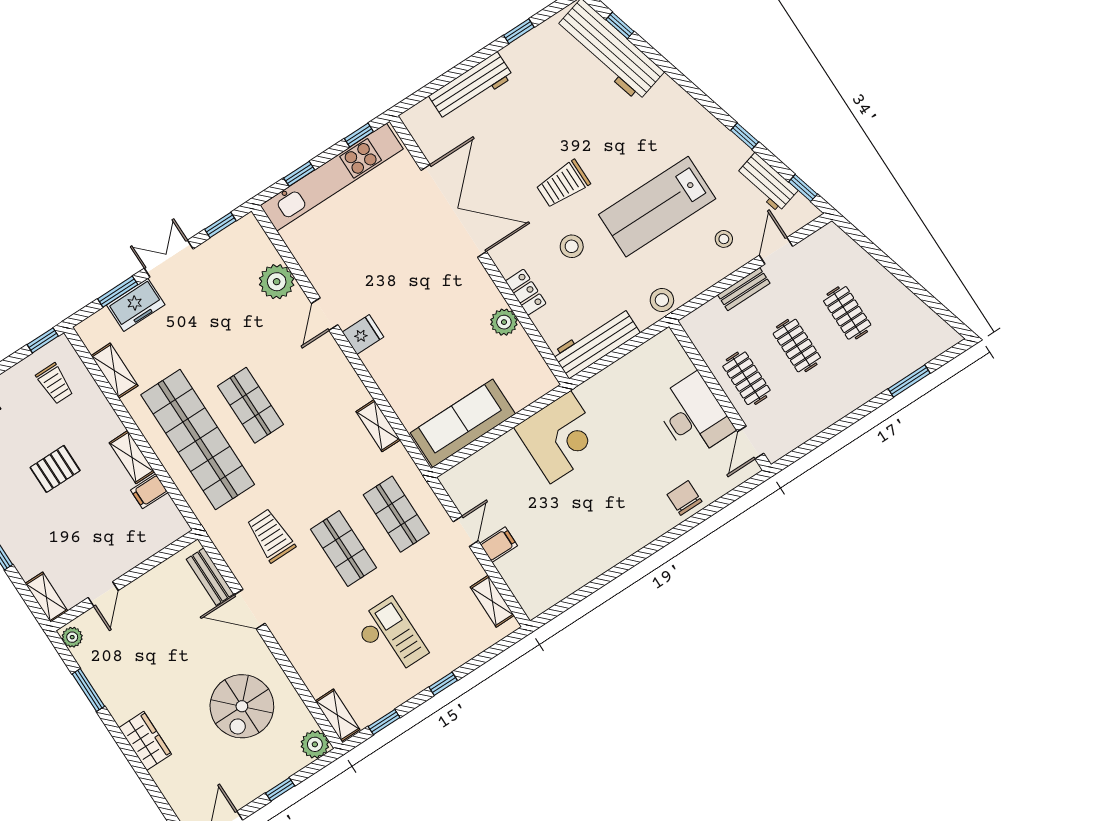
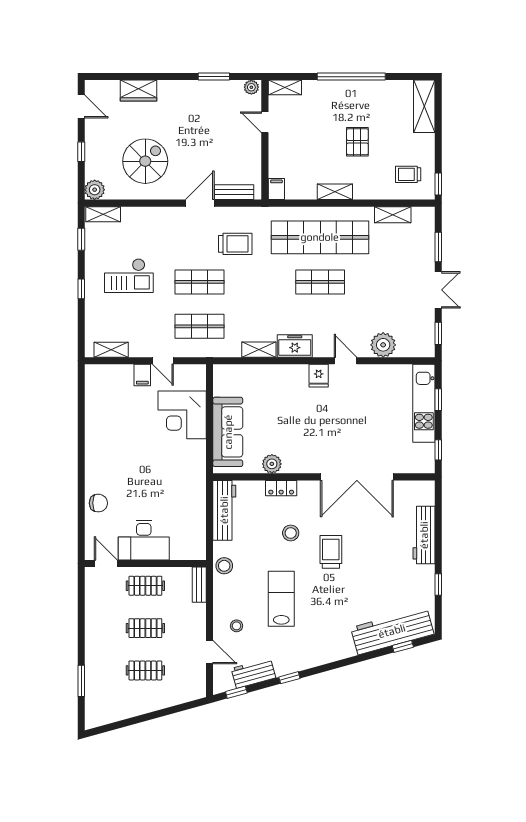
kitchen unit: (332, 177) -> (424, 403), width x0.73
lab bench: (657, 207) -> (281, 599), width x0.73, depth x0.72
bench: (744, 289) -> (199, 585), moved
freezer: (136, 305) -> (295, 346), moved, turned 90
sofa: (463, 423) -> (228, 432), moved
corner desk: (560, 437) -> (182, 415), moved
filing cabinet: (149, 491) -> (276, 189), moved
spiral stairs: (242, 706) -> (145, 161), turned 90
wardrobe: (145, 741) -> (139, 91), moved

